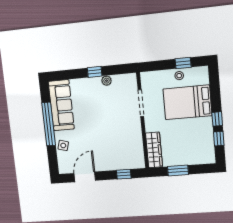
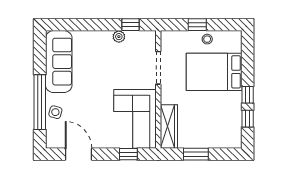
window: (183, 63) -> (197, 25), moved
window: (95, 72) -> (131, 25), moved
window: (49, 124) -> (40, 102), moved
corner sofa: (126, 146) -> (135, 119), added
door: (85, 177) -> (78, 154), hinge flipped

